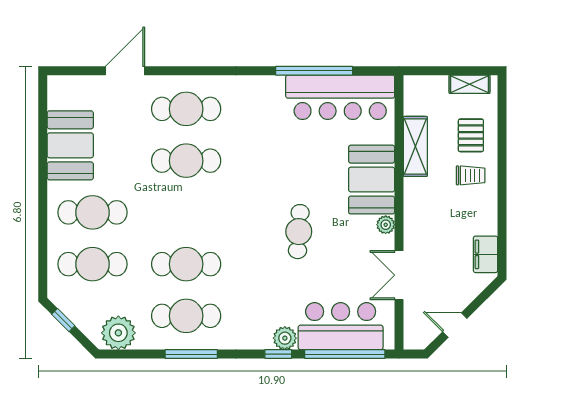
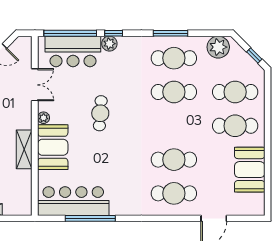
shelving: (415, 146) -> (24, 149), moved

